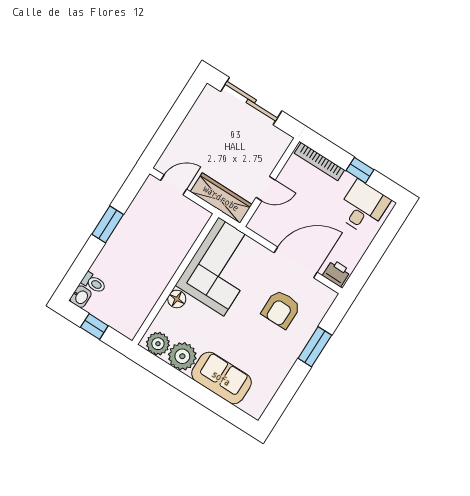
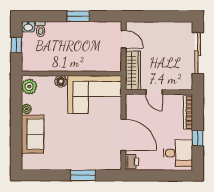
armchair: (281, 309) -> (92, 143), removed
plant: (182, 356) -> (26, 109), width x0.53, depth x0.53

